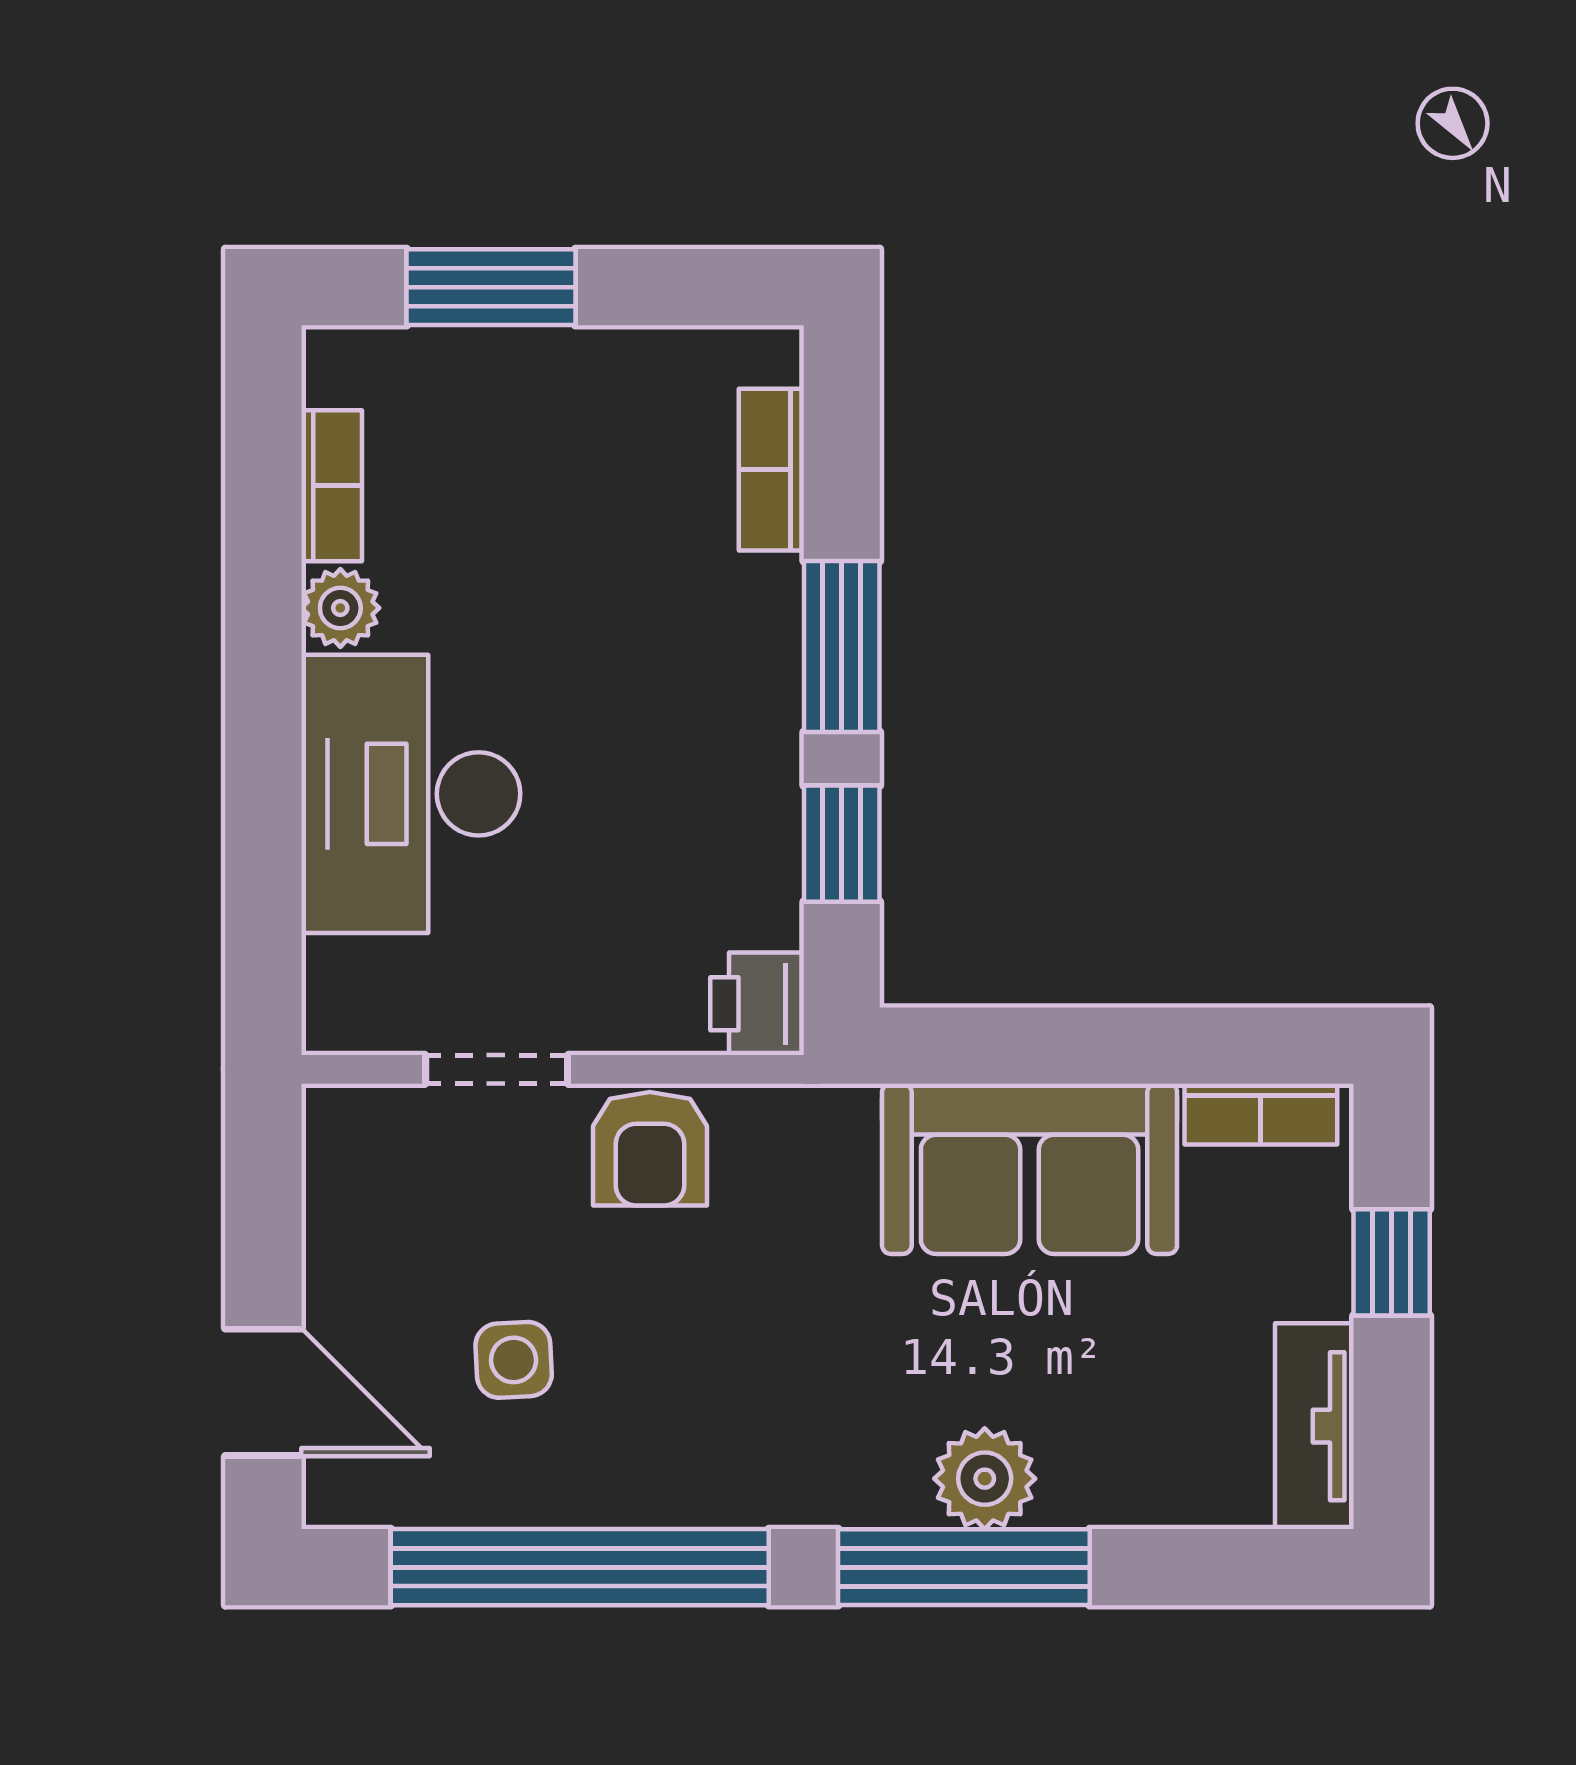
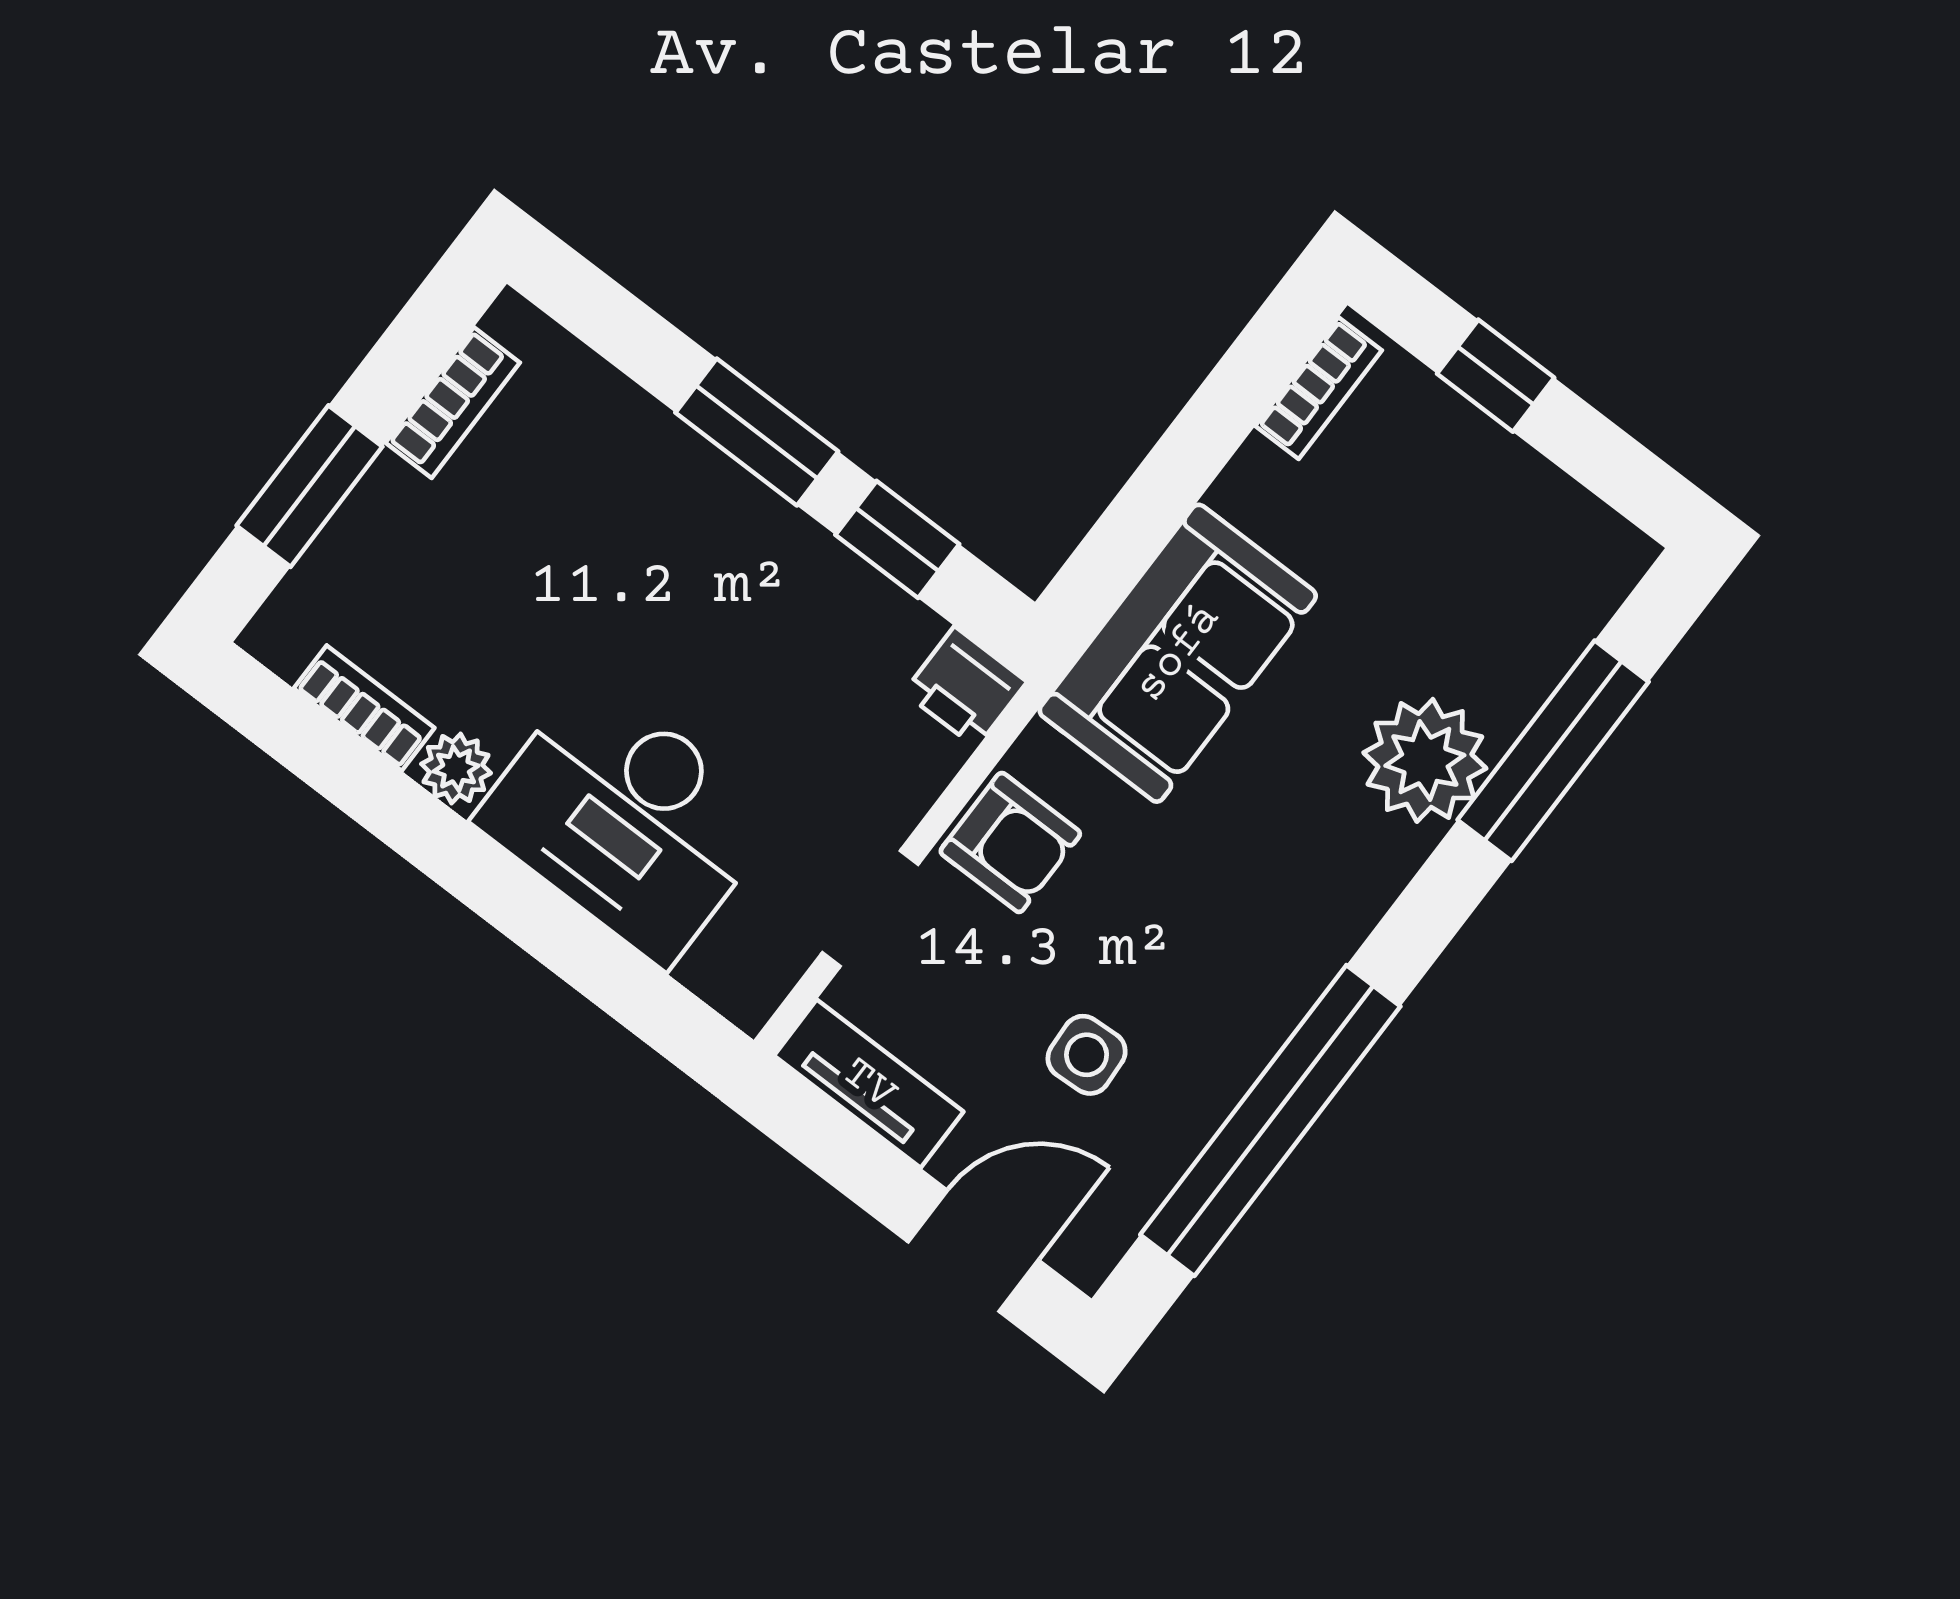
bookcase: (771, 470) -> (453, 403), moved, turned -90
sofa: (1030, 1169) -> (1178, 653), moved
tv unit: (1314, 1426) -> (869, 1084), moved, turned 180
plant: (985, 1479) -> (1425, 760), width x1.36, depth x1.36
window: (964, 1567) -> (1553, 751), moved

